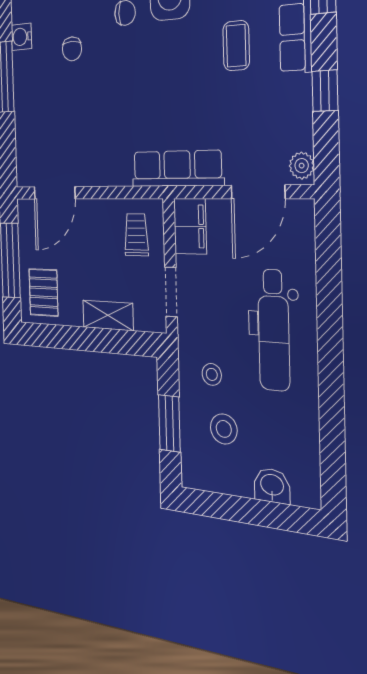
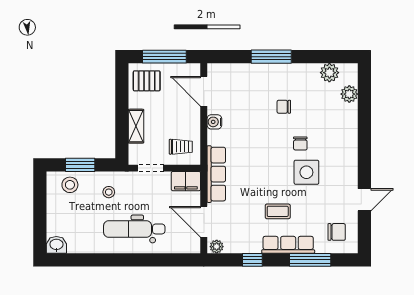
water cooler: (21, 37) -> (214, 122), moved, turned -90
stool: (224, 429) -> (70, 185), moved
washbasin: (272, 486) -> (56, 245), moved, turned -90

